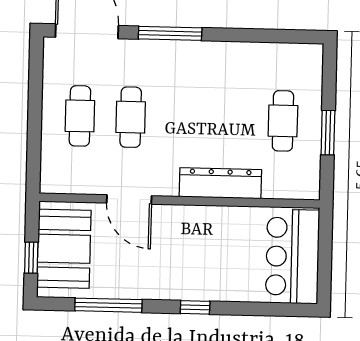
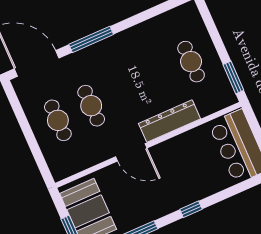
window: (328, 133) -> (233, 77), moved
door: (129, 199) -> (131, 152), moved

